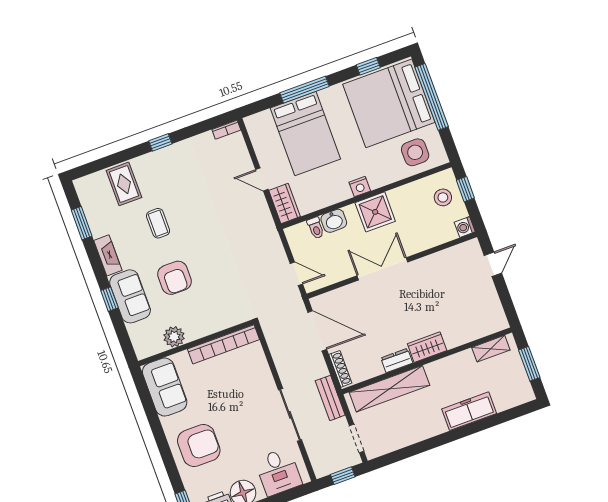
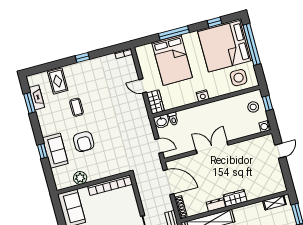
shower: (375, 212) -> (211, 112), removed
washbasin: (334, 221) -> (162, 122), moved
fireplace: (108, 255) -> (37, 97), moved

